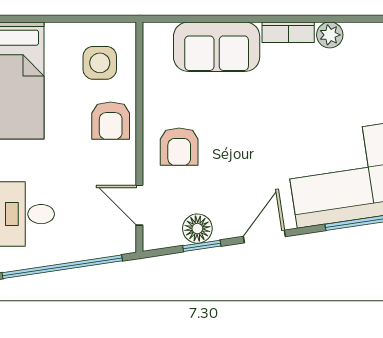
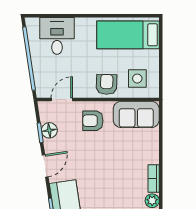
sofa: (217, 47) -> (136, 114), moved, turned -90
armchair: (111, 121) -> (107, 84), turned 92
door: (264, 237) -> (45, 166), hinge flipped

